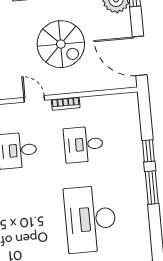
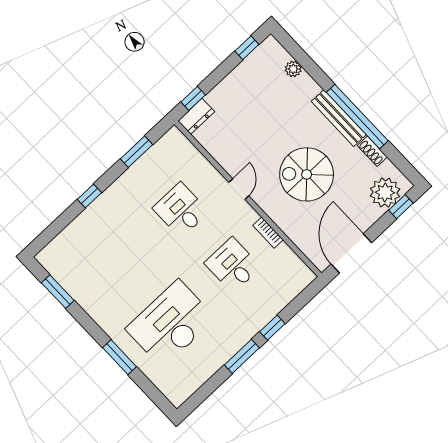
spiral stairs: (61, 44) -> (307, 174), turned 90
bookcase: (66, 104) -> (268, 233), moved

